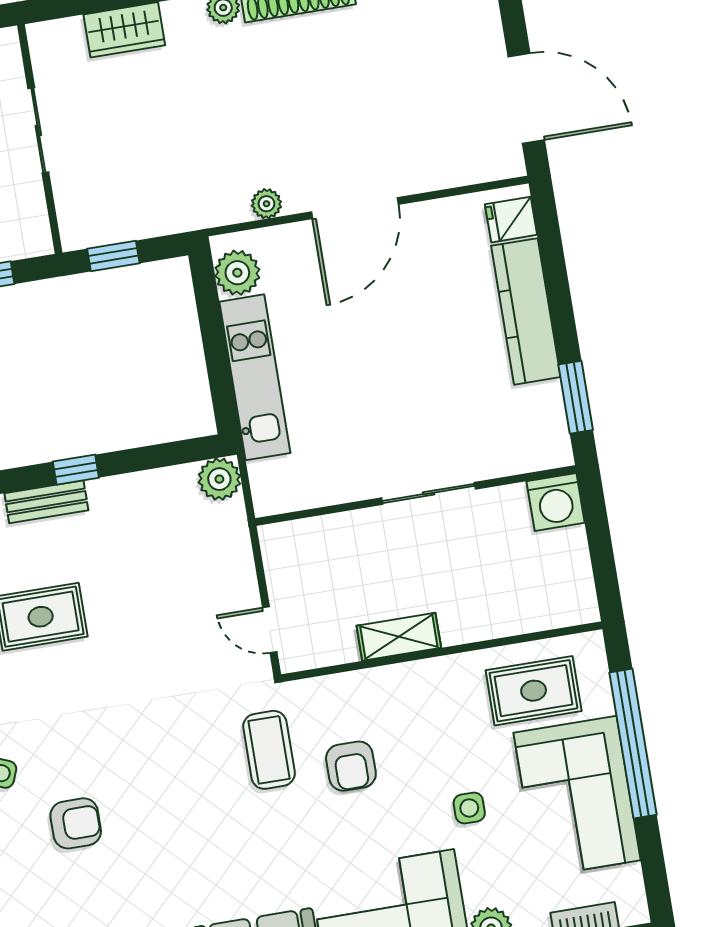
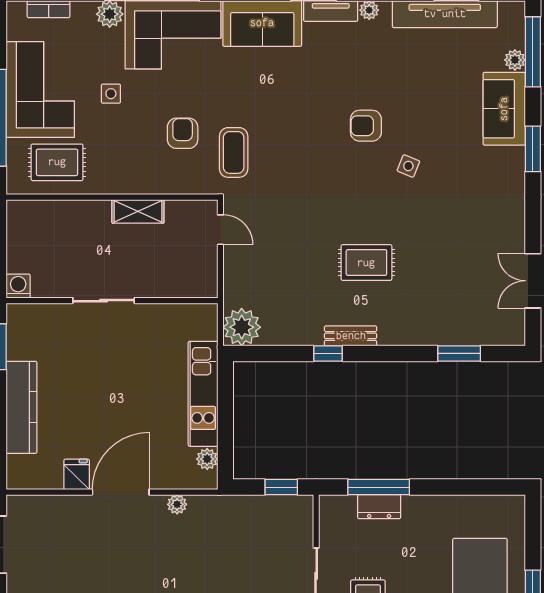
fridge: (511, 220) -> (77, 474), moved, turned -90
plant: (237, 273) -> (207, 459), width x0.73, depth x0.73
plant: (219, 479) -> (242, 327), width x1.36, depth x1.36
washing machine: (556, 502) -> (18, 286), width x0.73, depth x0.73

